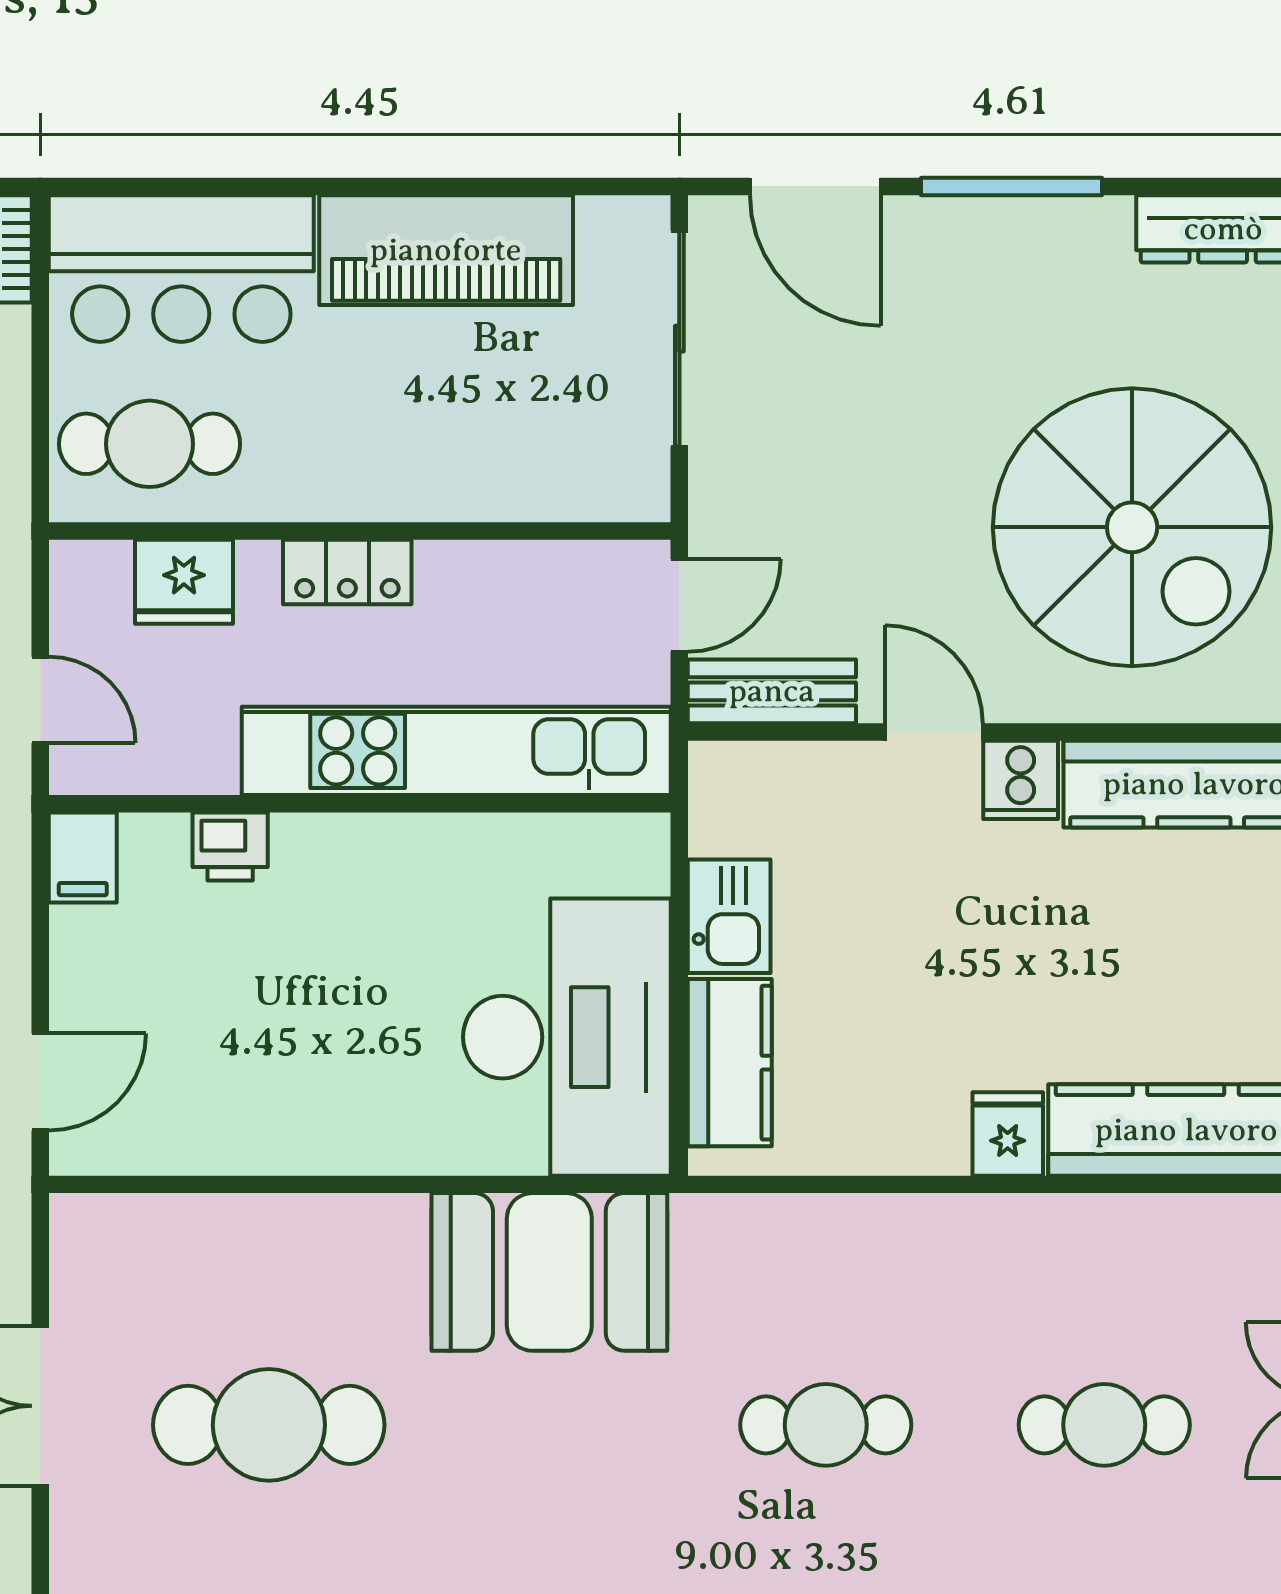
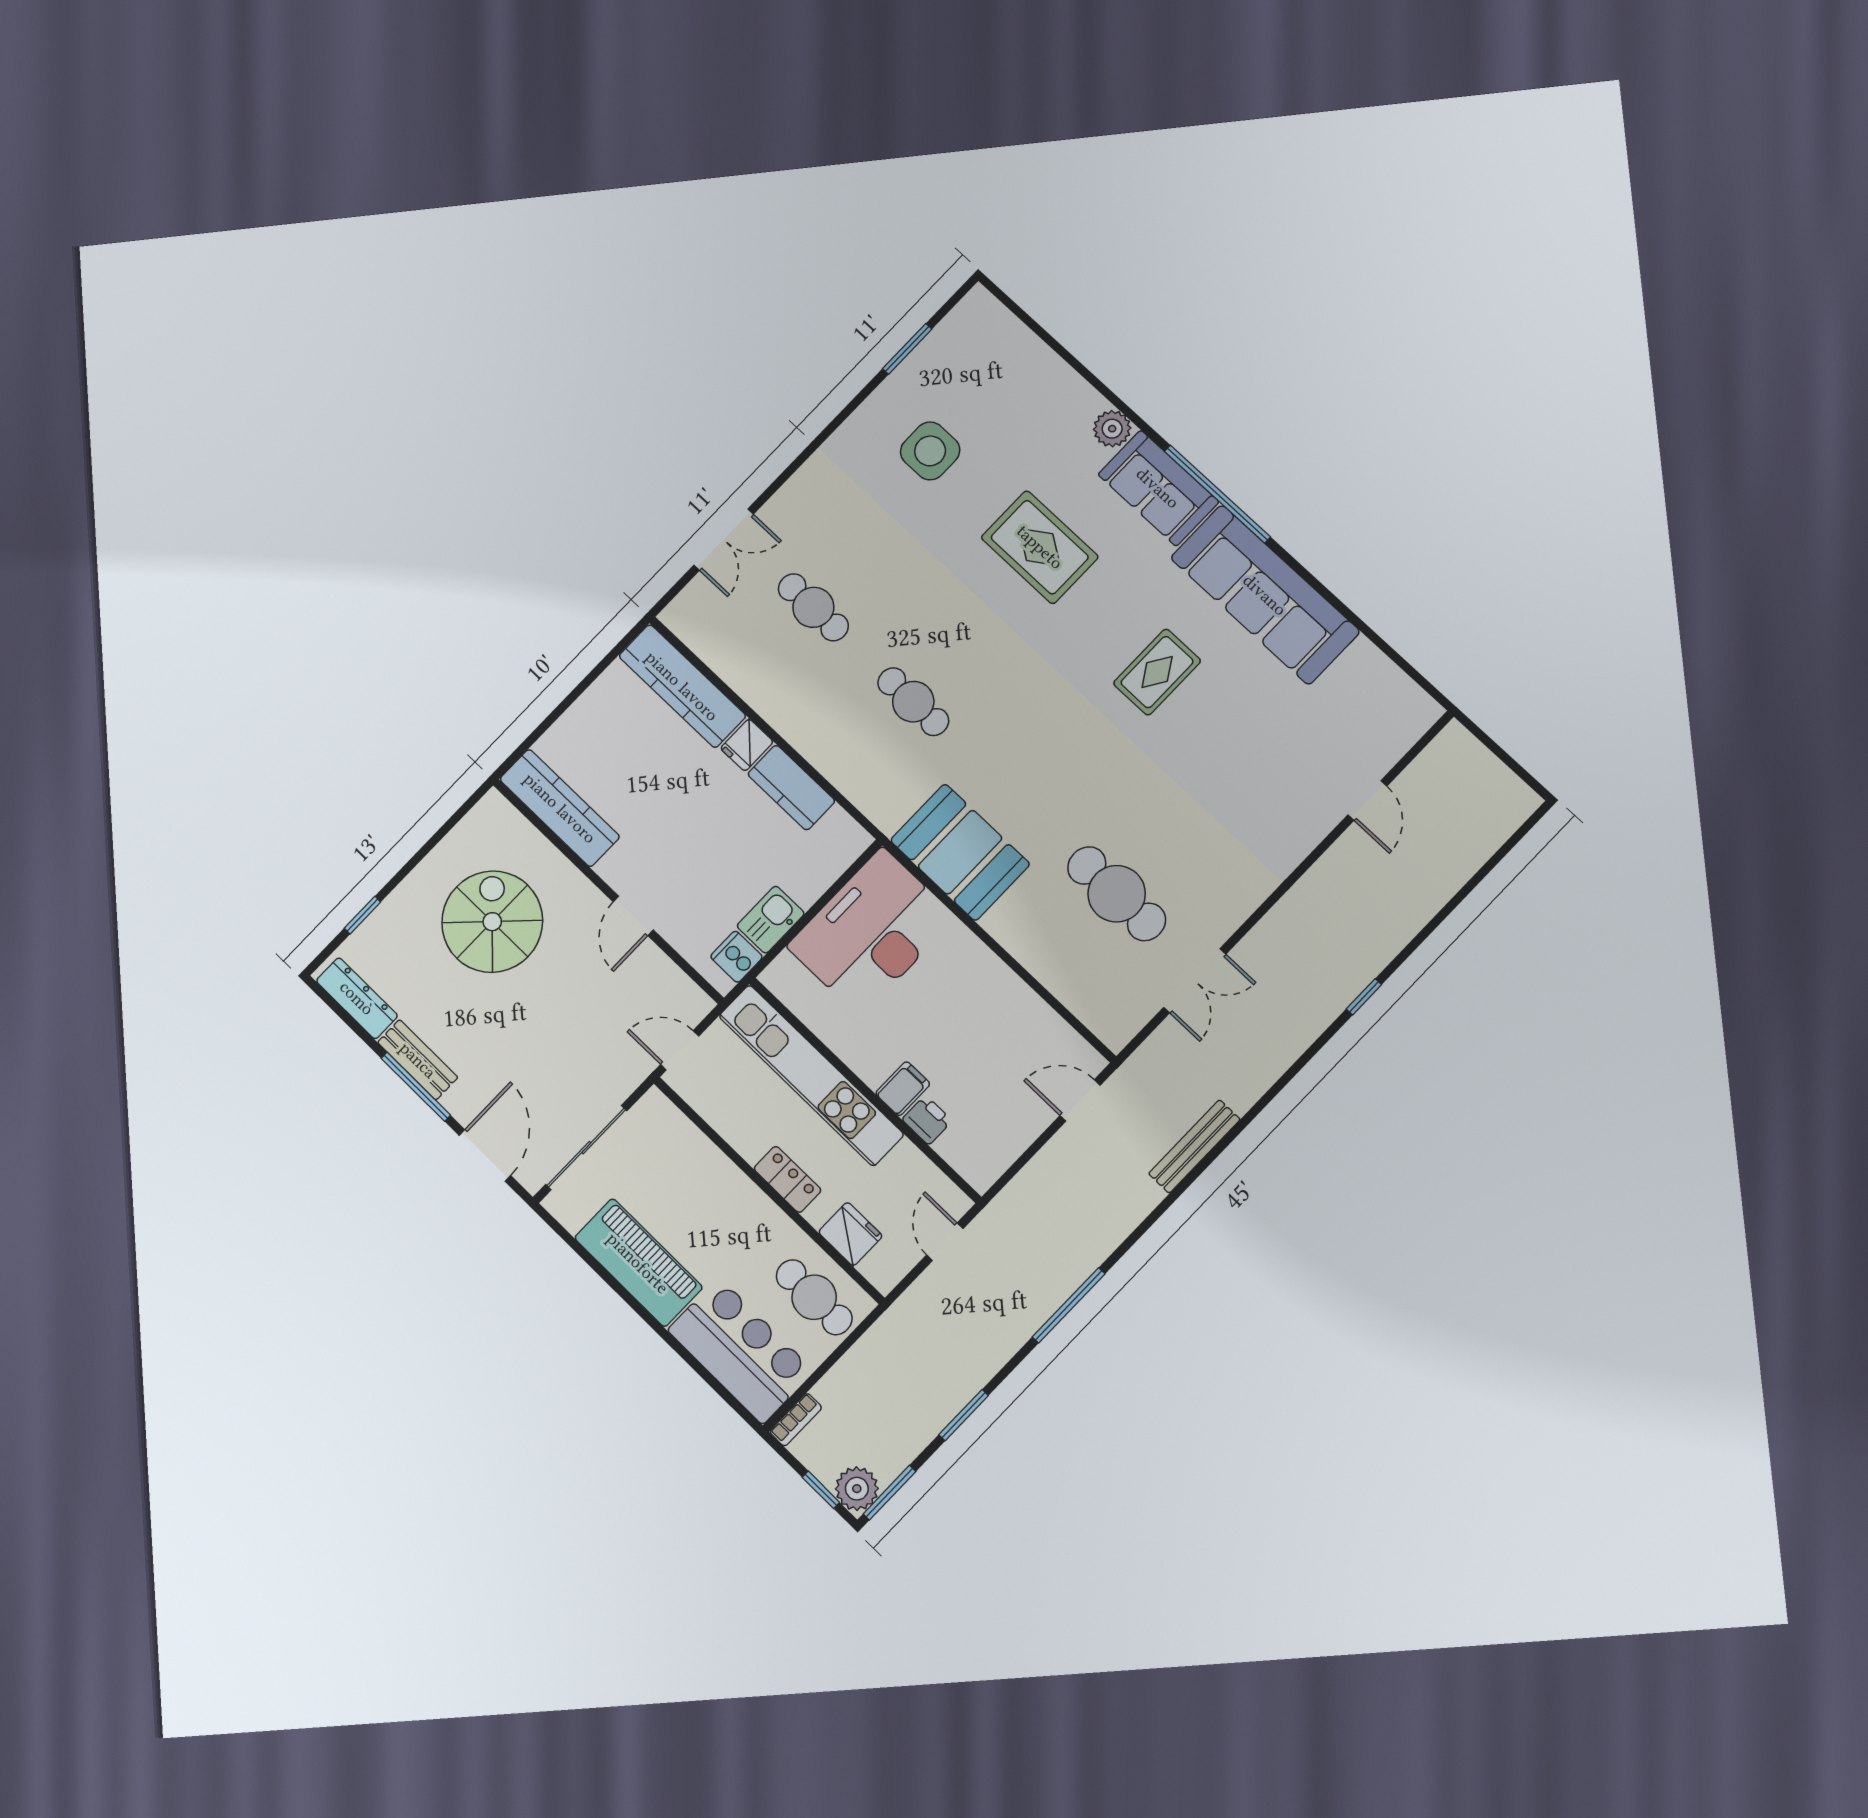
spiral stairs: (1132, 527) -> (492, 922), width x0.73, depth x0.73
bench: (772, 691) -> (418, 1060), moved
cooker: (1021, 780) -> (736, 957), moved, turned -90
filing cabinet: (83, 858) -> (903, 1089), moved
kitchen counter: (730, 1063) -> (791, 788), moved, turned -90

